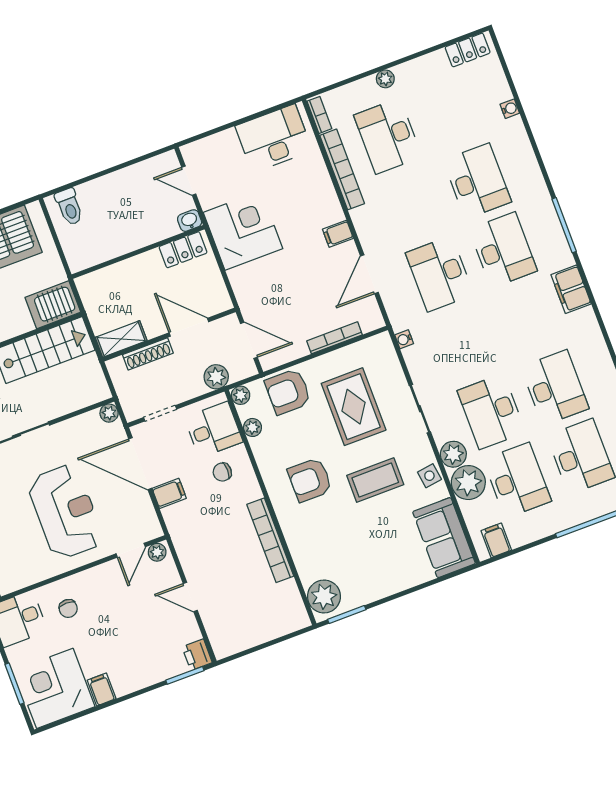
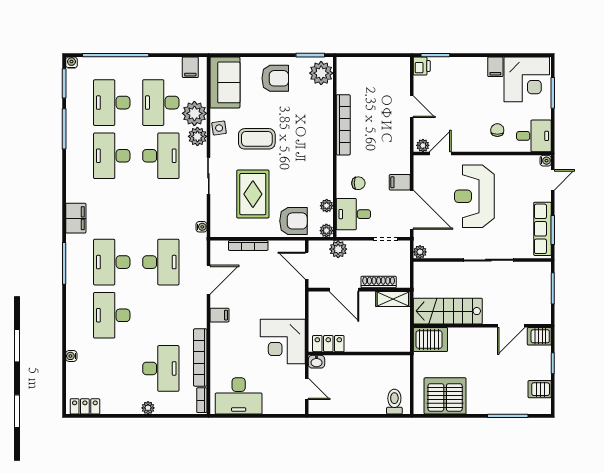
armchair: (310, 480) -> (275, 78), moved

